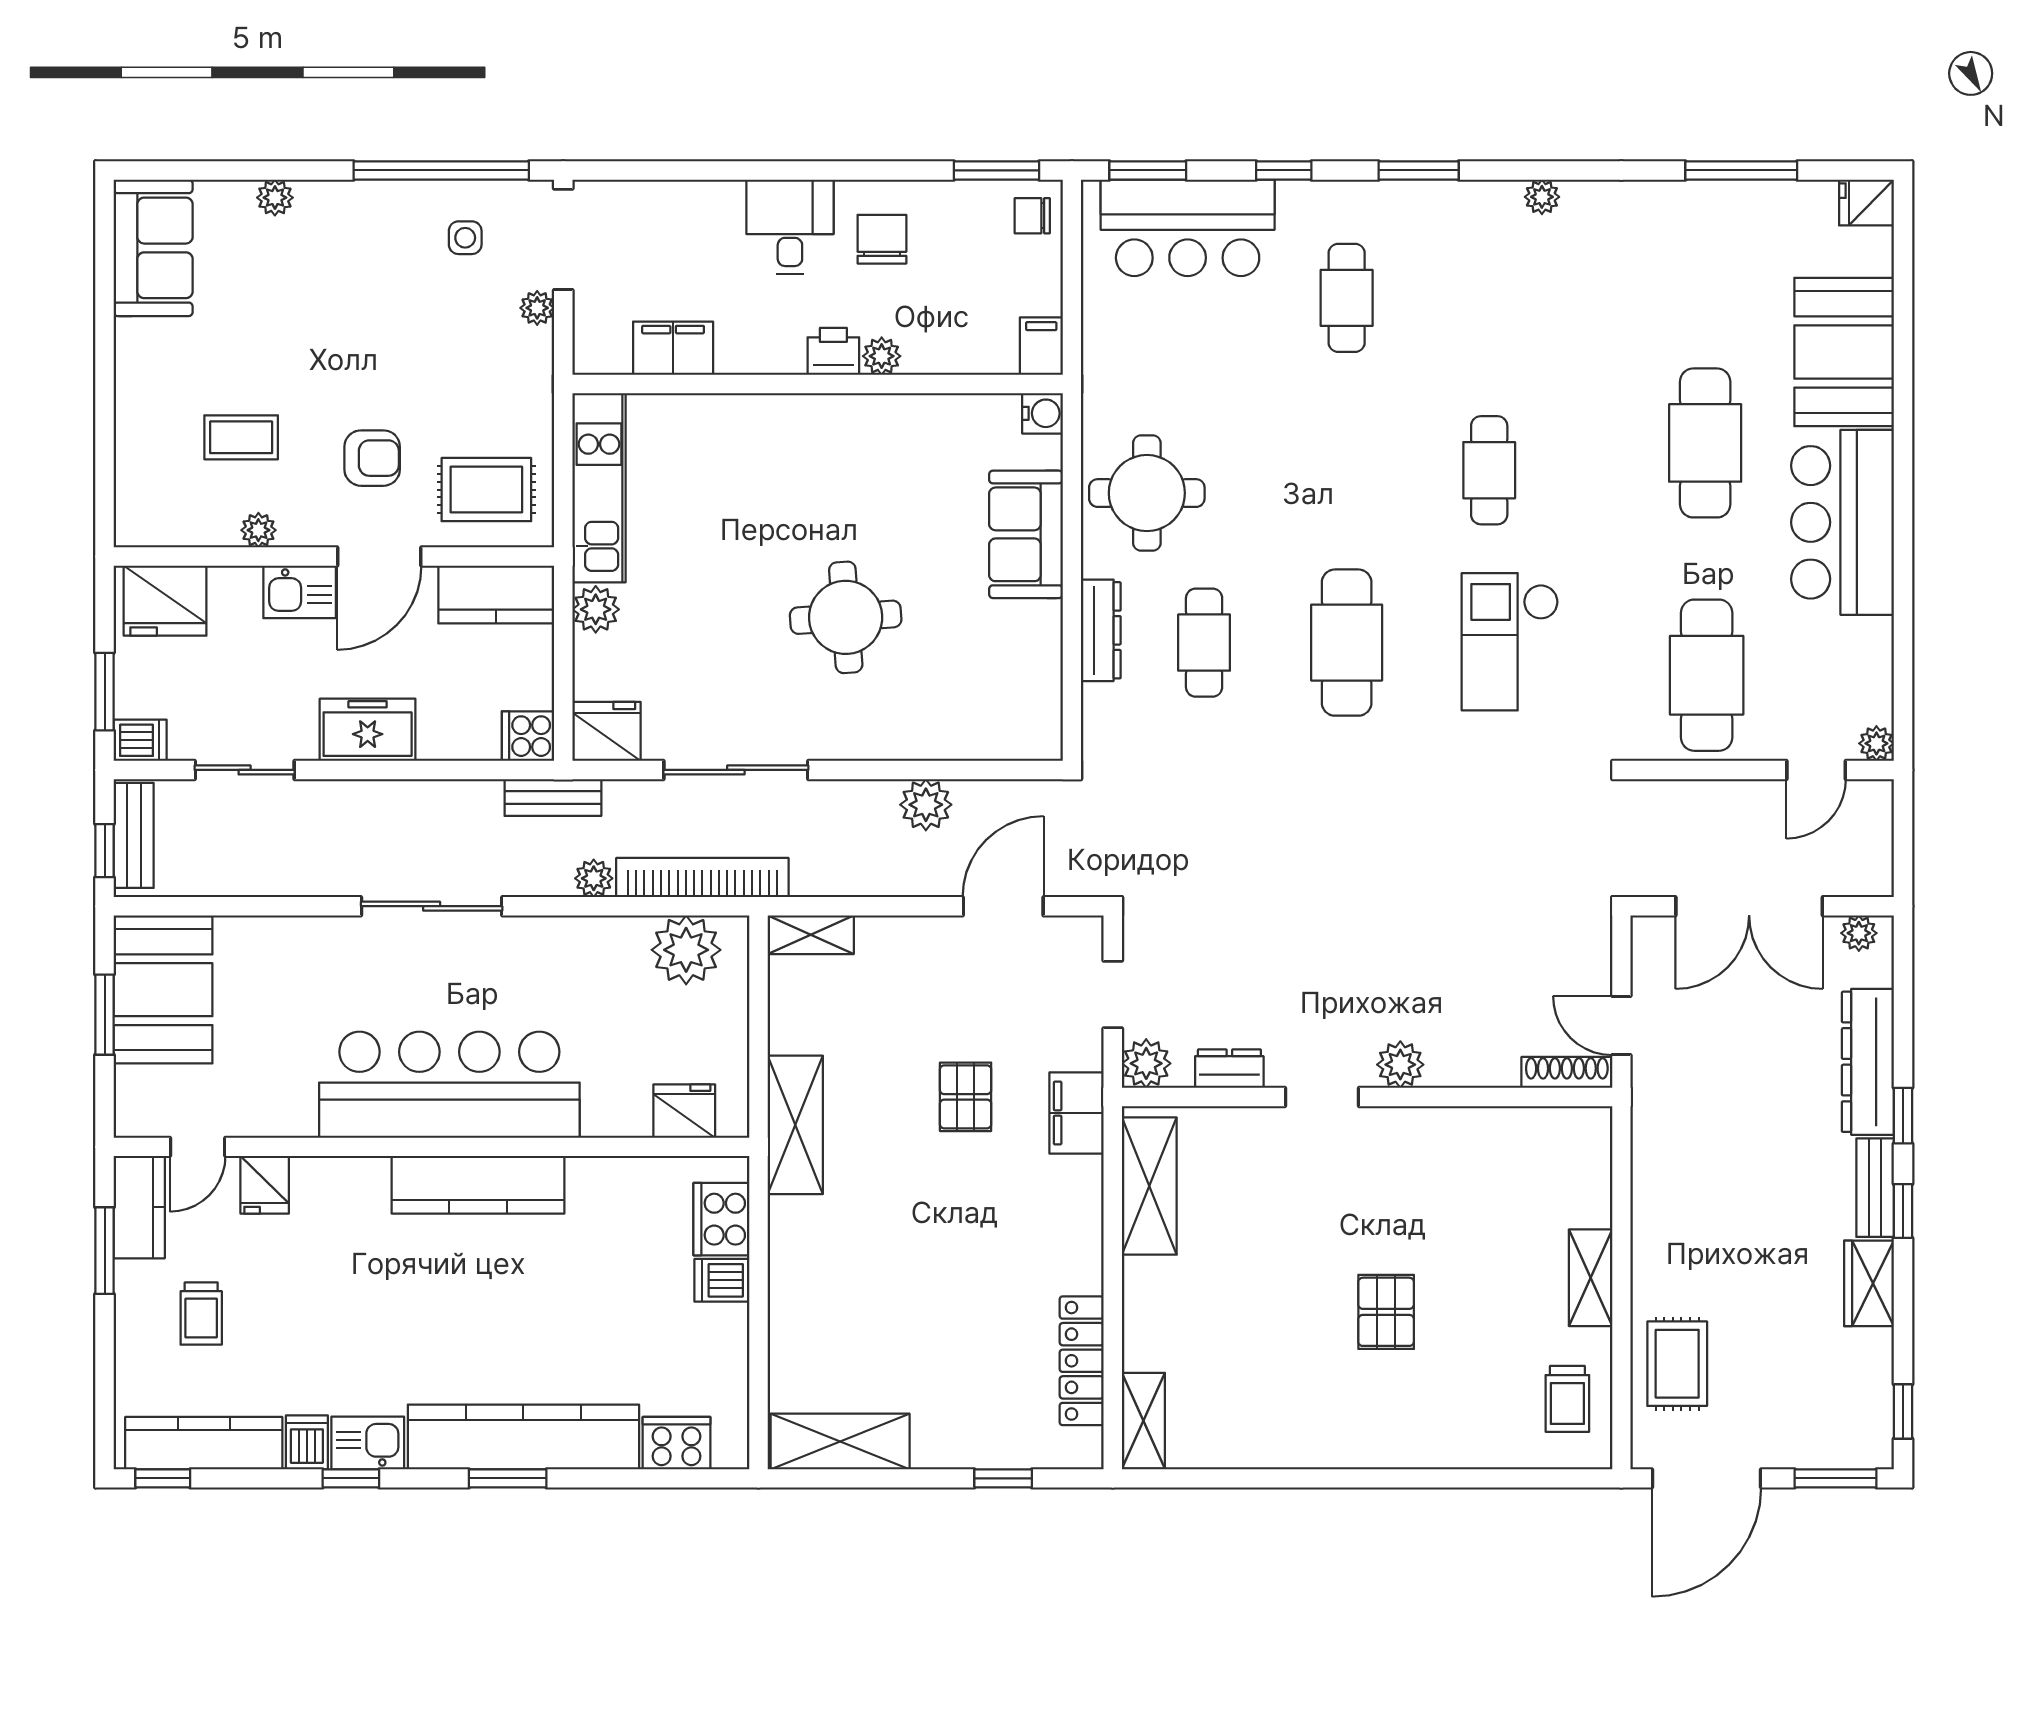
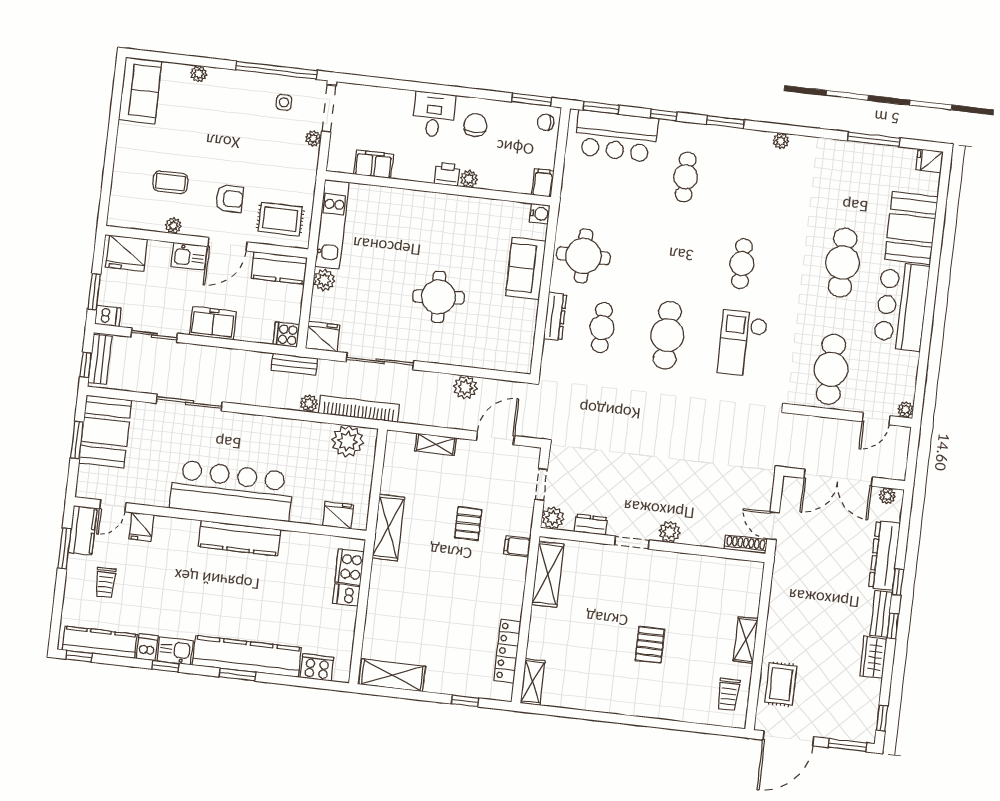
sliding door: (432, 906) -> (189, 403), moved
shelving: (811, 935) -> (435, 444), moved
filing cabinet: (1077, 1113) -> (517, 546), width x0.50

